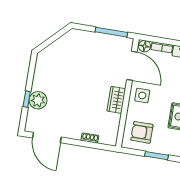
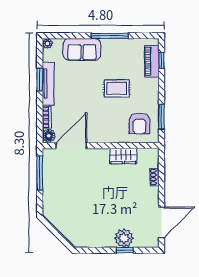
side table: (142, 95) -> (101, 130), removed
wardrobe: (116, 100) -> (123, 156), moved
window: (157, 156) -> (161, 117), moved

